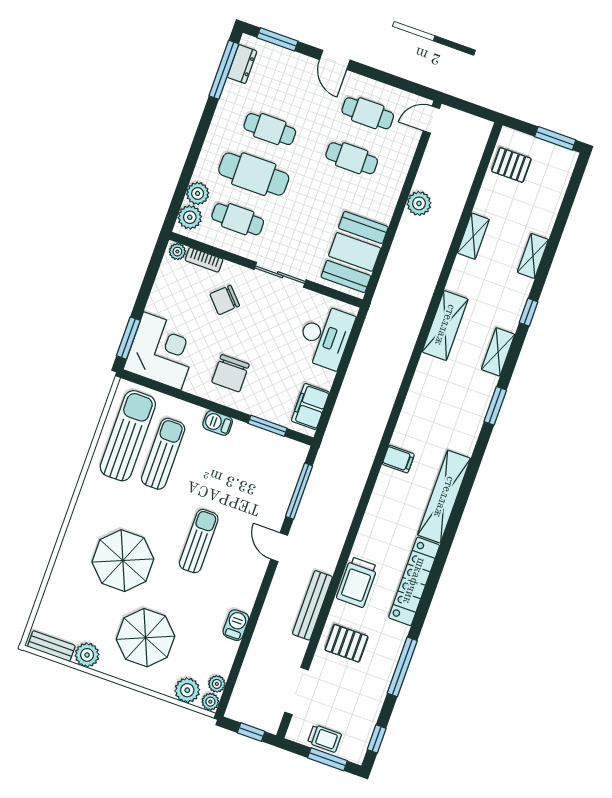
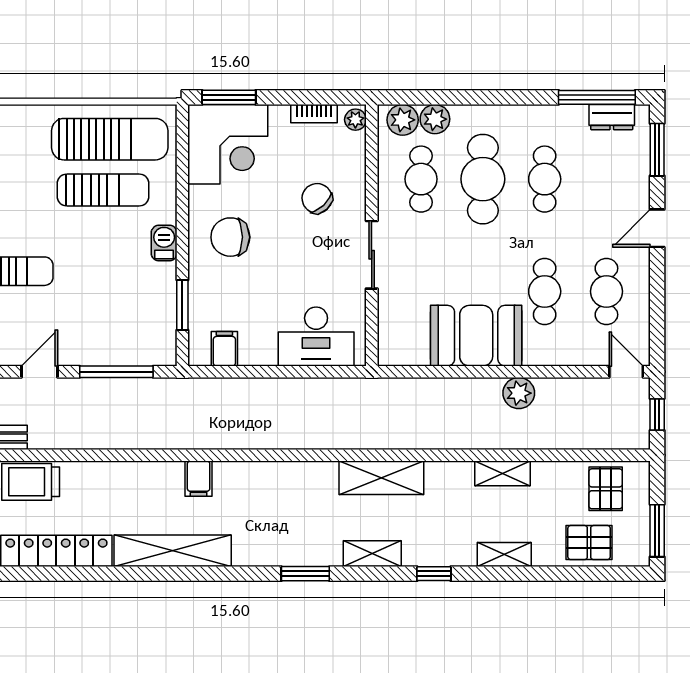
window: (471, 108) -> (657, 415), added
pallet: (546, 191) -> (589, 543), added
booth: (355, 252) -> (476, 336), moved
bookcase: (204, 260) -> (314, 114), moved, turned -90
filing cabinet: (310, 407) -> (224, 349), width x0.50

